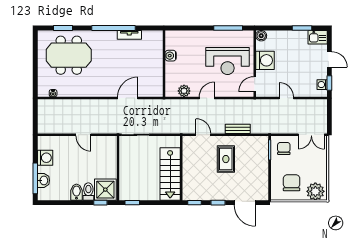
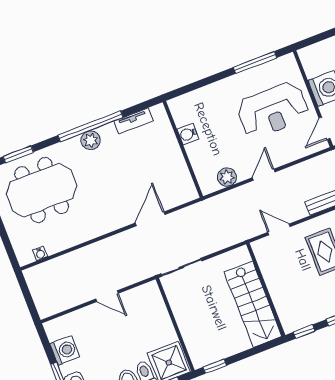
tv unit: (129, 35) -> (134, 121), moved
boiler: (261, 36) -> (307, 55), removed
plant: (110, 37) -> (91, 140), added

